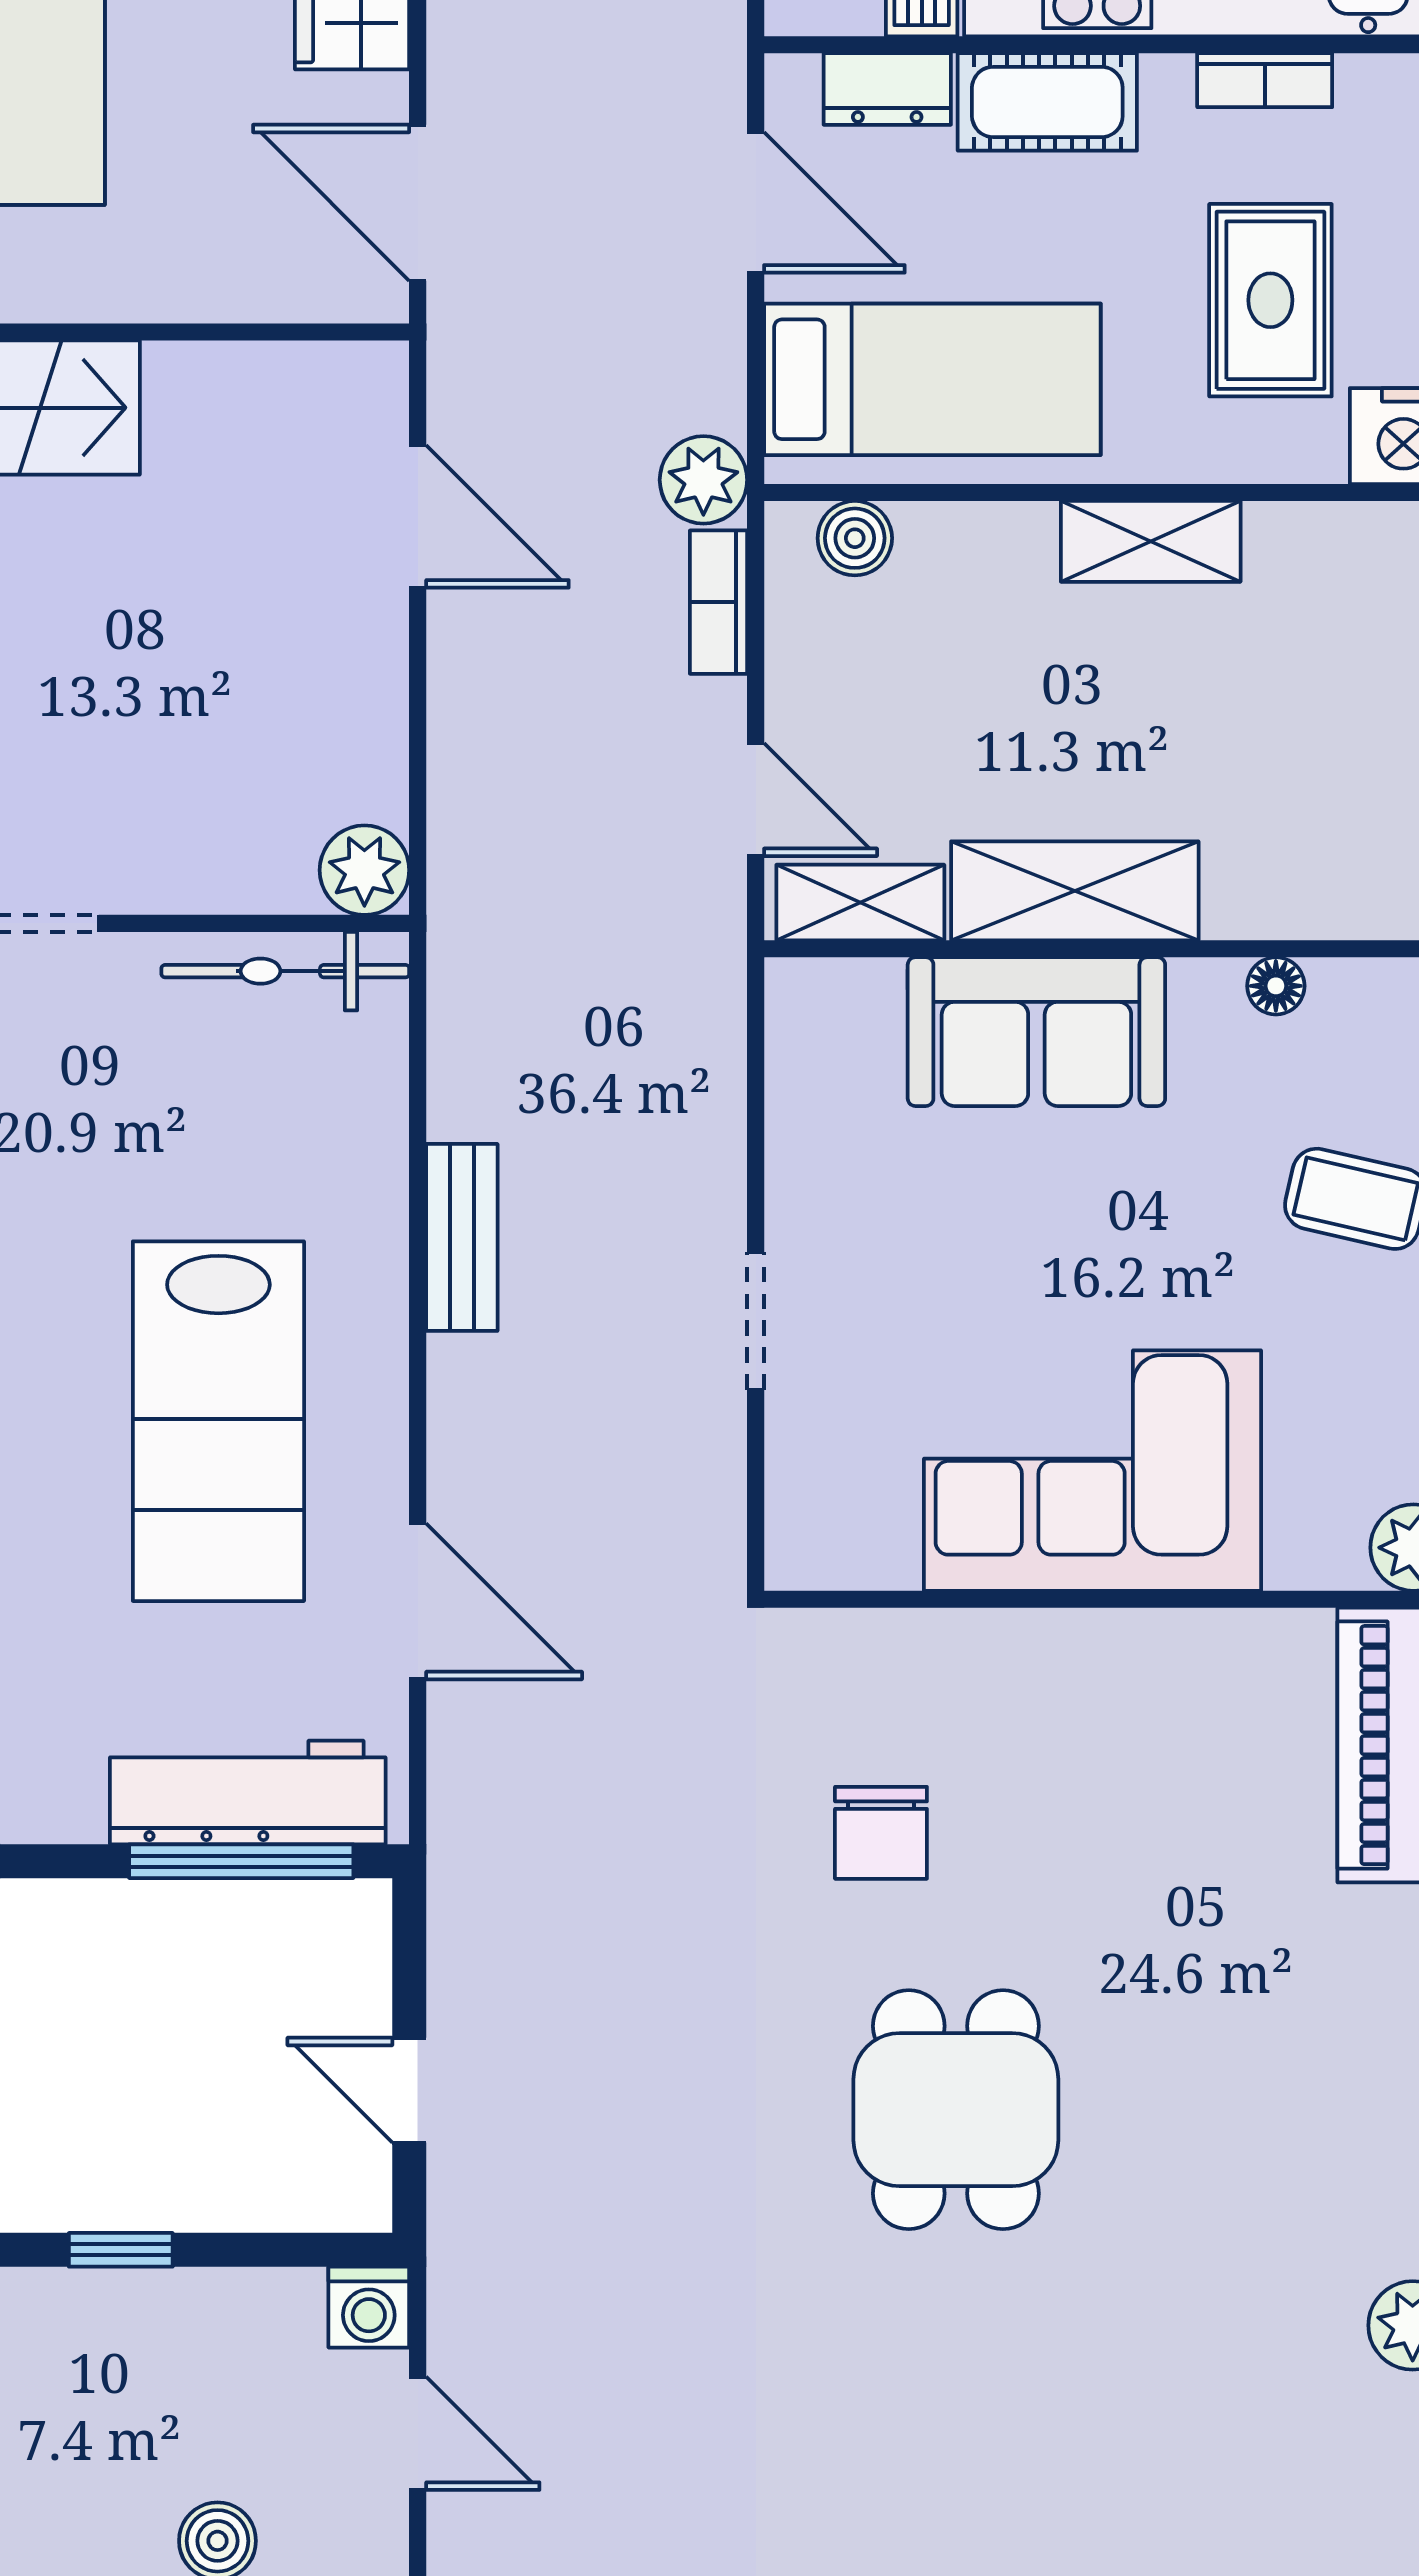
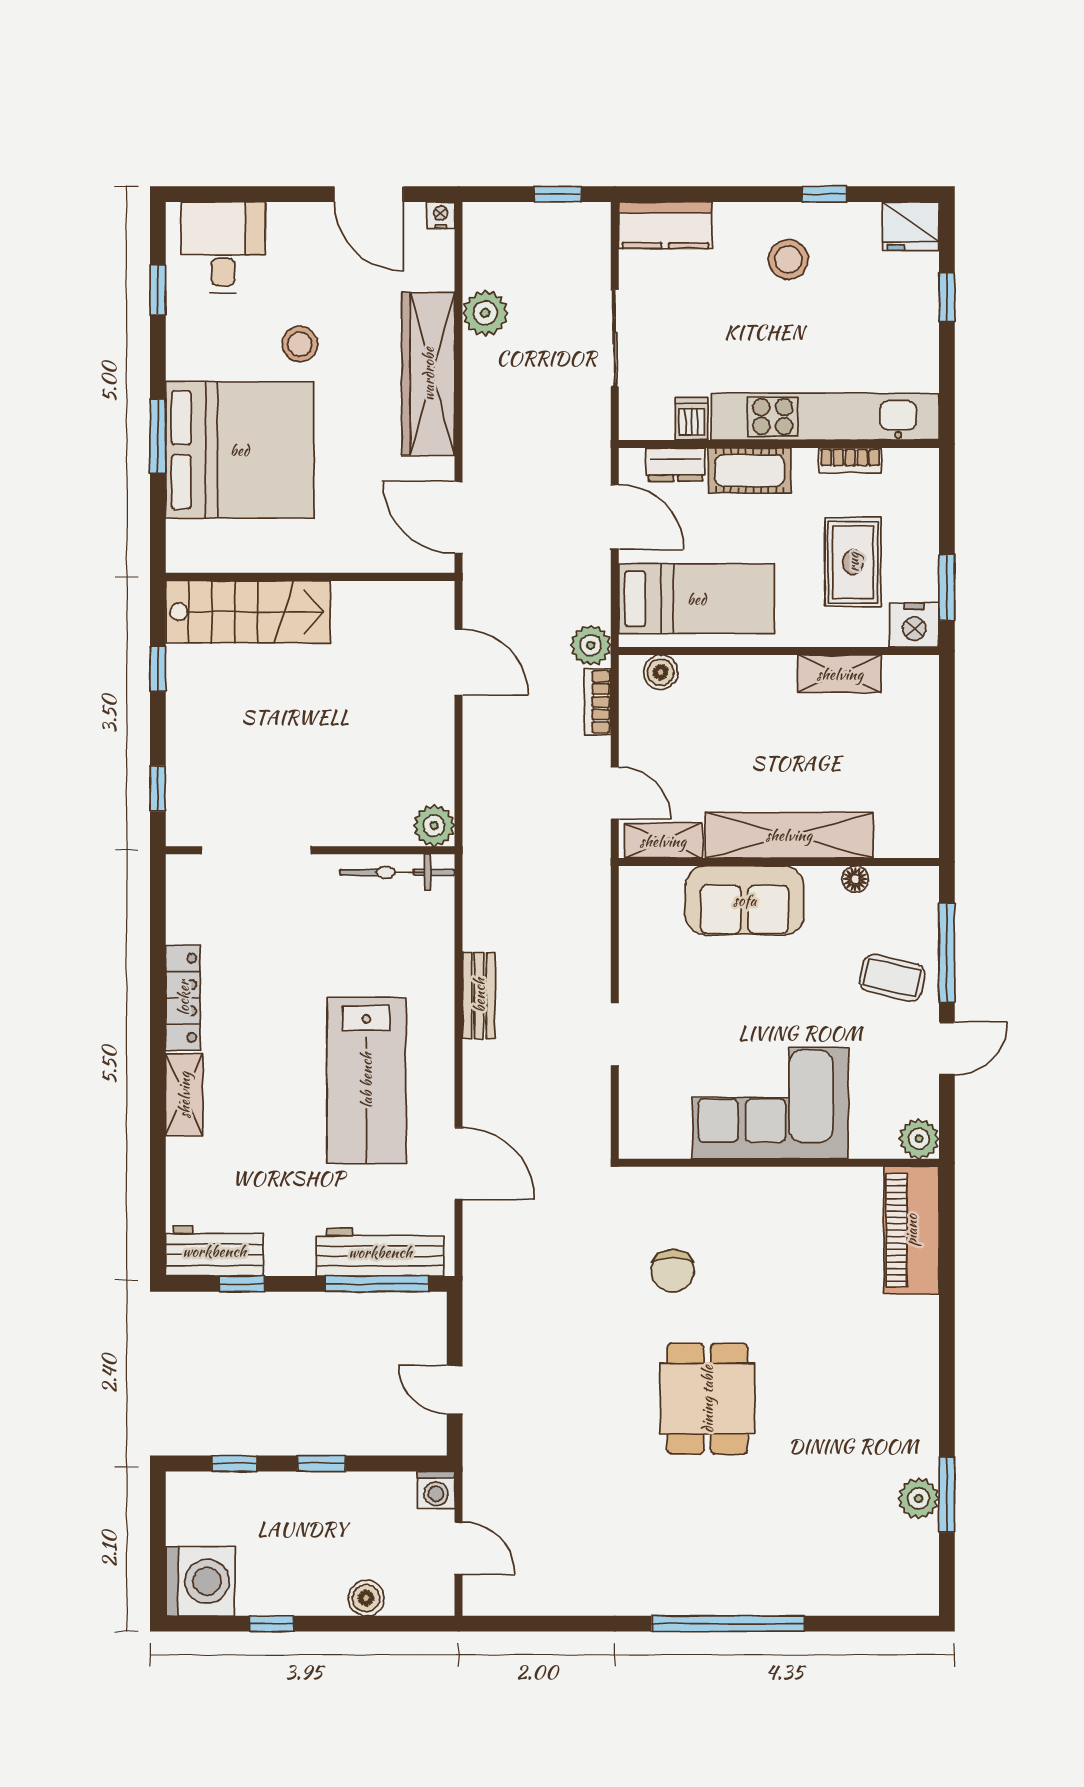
shelving: (1151, 541) -> (840, 674), moved
shelving: (1075, 891) -> (789, 835), width x1.47

